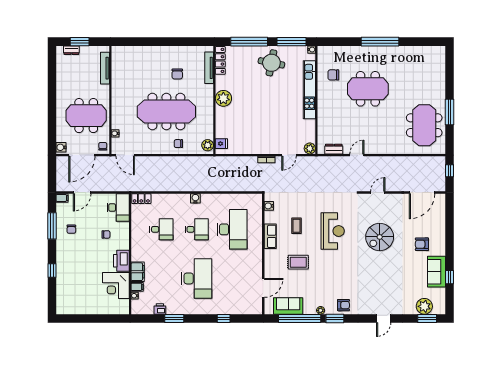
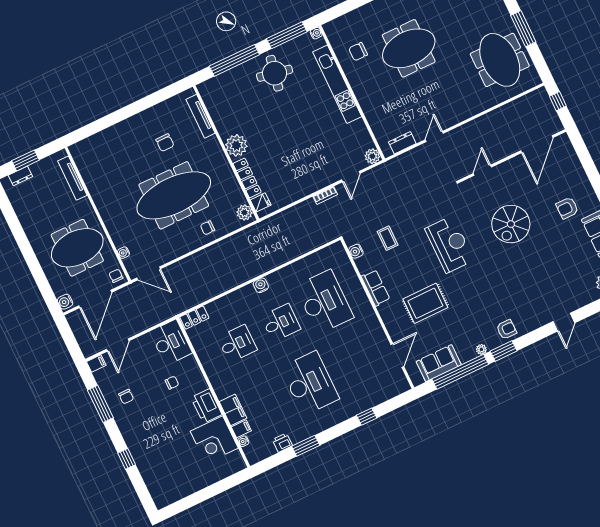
locker: (220, 60) -> (247, 178), moved
coffee table: (297, 226) -> (388, 238), moved
rug: (298, 262) -> (425, 303), width x1.36, depth x1.43

